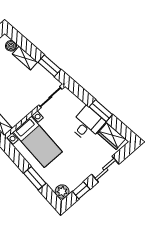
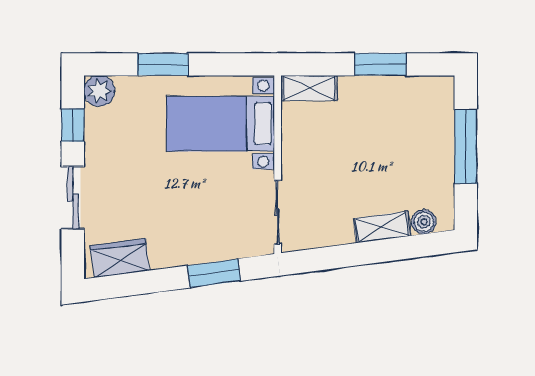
window: (49, 66) -> (332, 257), removed
window: (101, 111) -> (214, 273), moved
desk: (87, 124) -> (177, 235), removed

